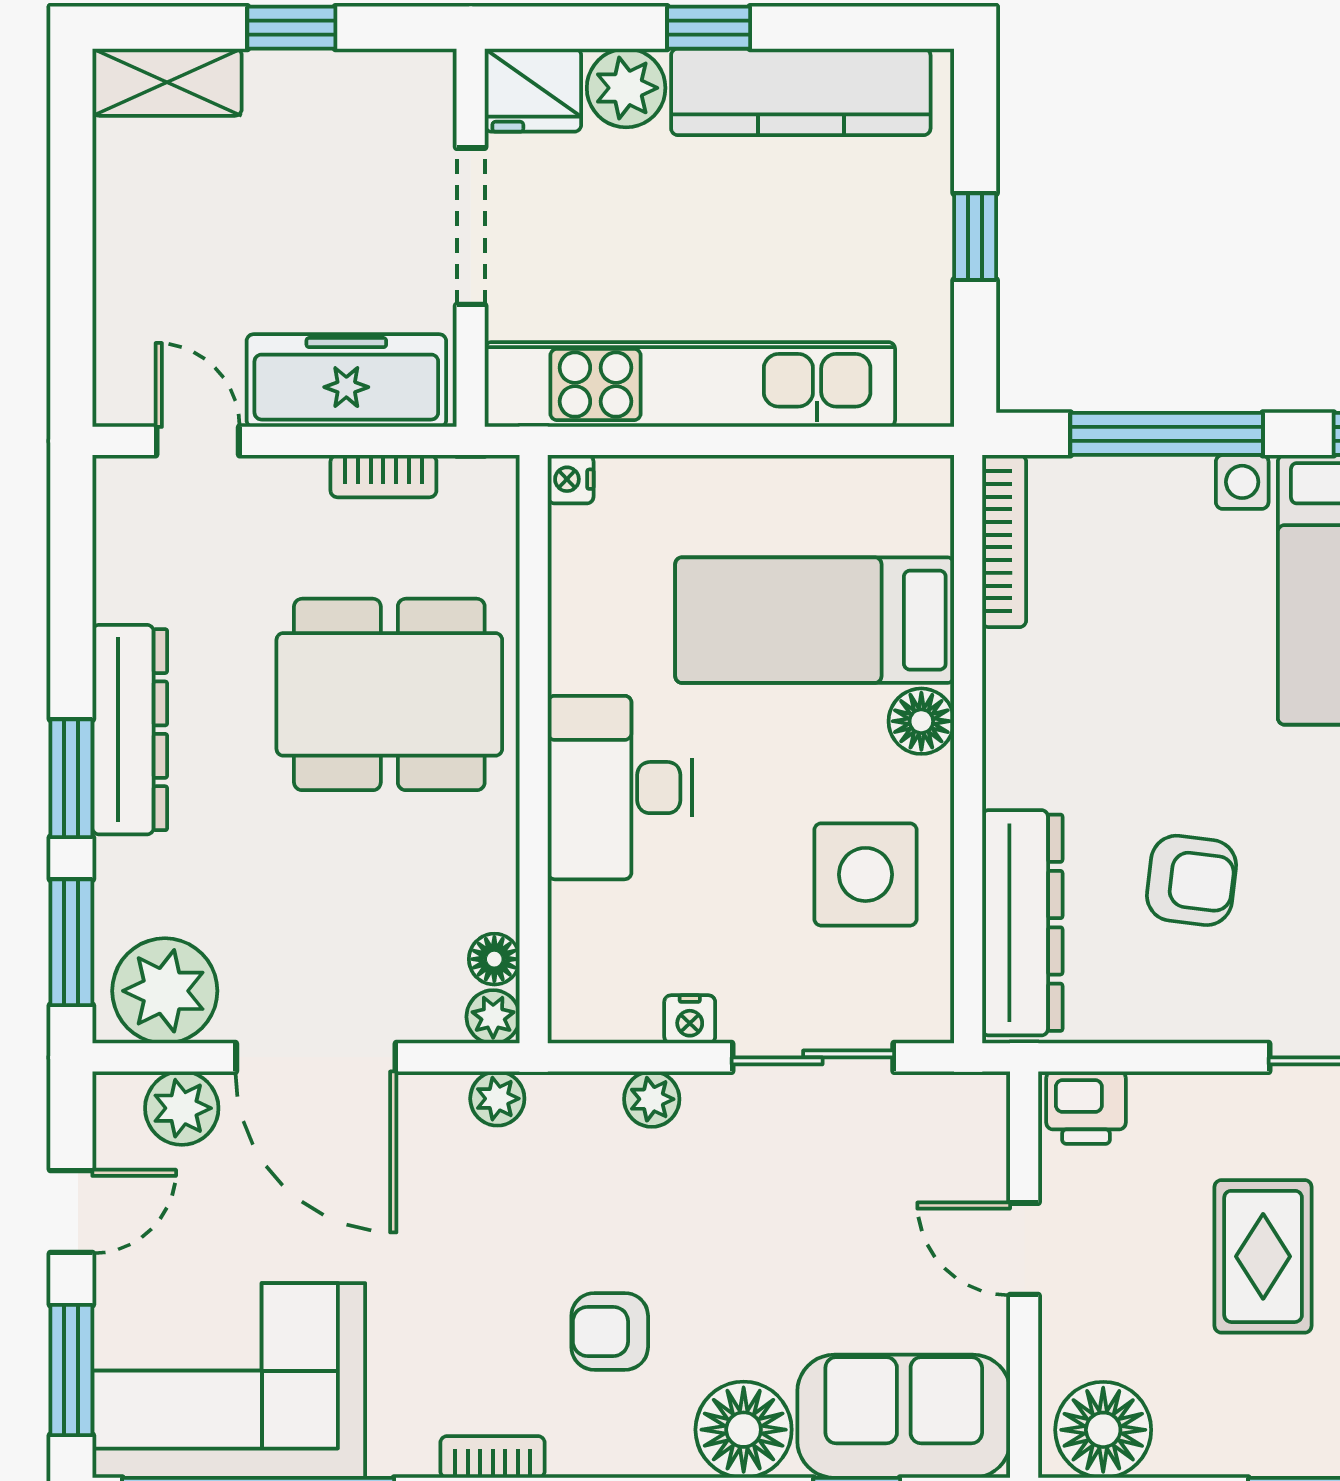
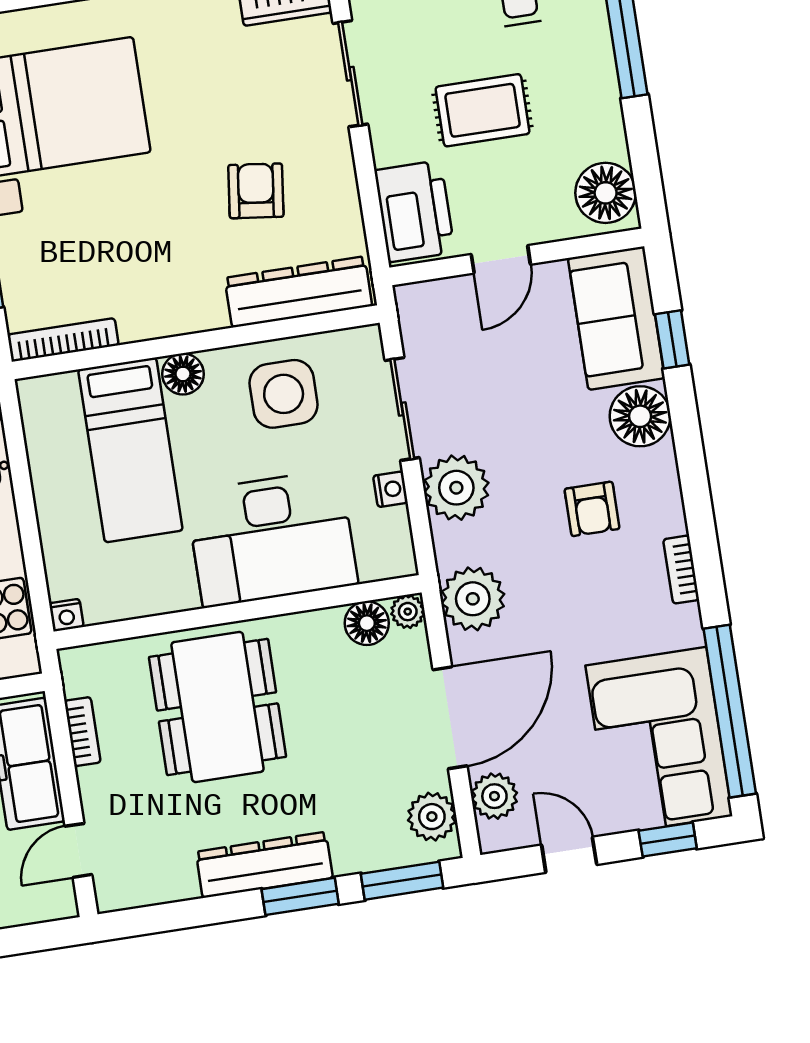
desk: (620, 788) -> (272, 538), width x1.36, depth x1.30
floor lamp: (494, 959) -> (367, 623), width x1.37, depth x1.37
plant: (165, 991) -> (432, 817), width x0.73, depth x0.73
plant: (497, 1099) -> (473, 599), width x1.88, depth x1.88
plant: (652, 1099) -> (456, 488), width x1.88, depth x1.88
printer: (1086, 1108) -> (415, 211), width x1.87, depth x1.48
window: (71, 1370) -> (668, 840), width x0.67

